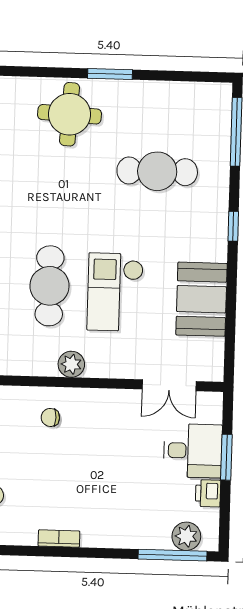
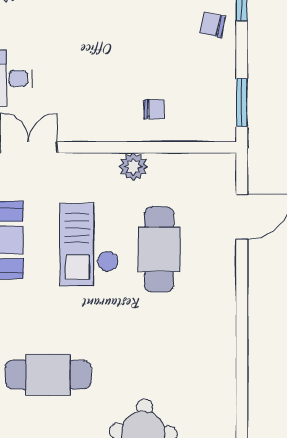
checkout: (115, 292) -> (89, 245), turned 180

